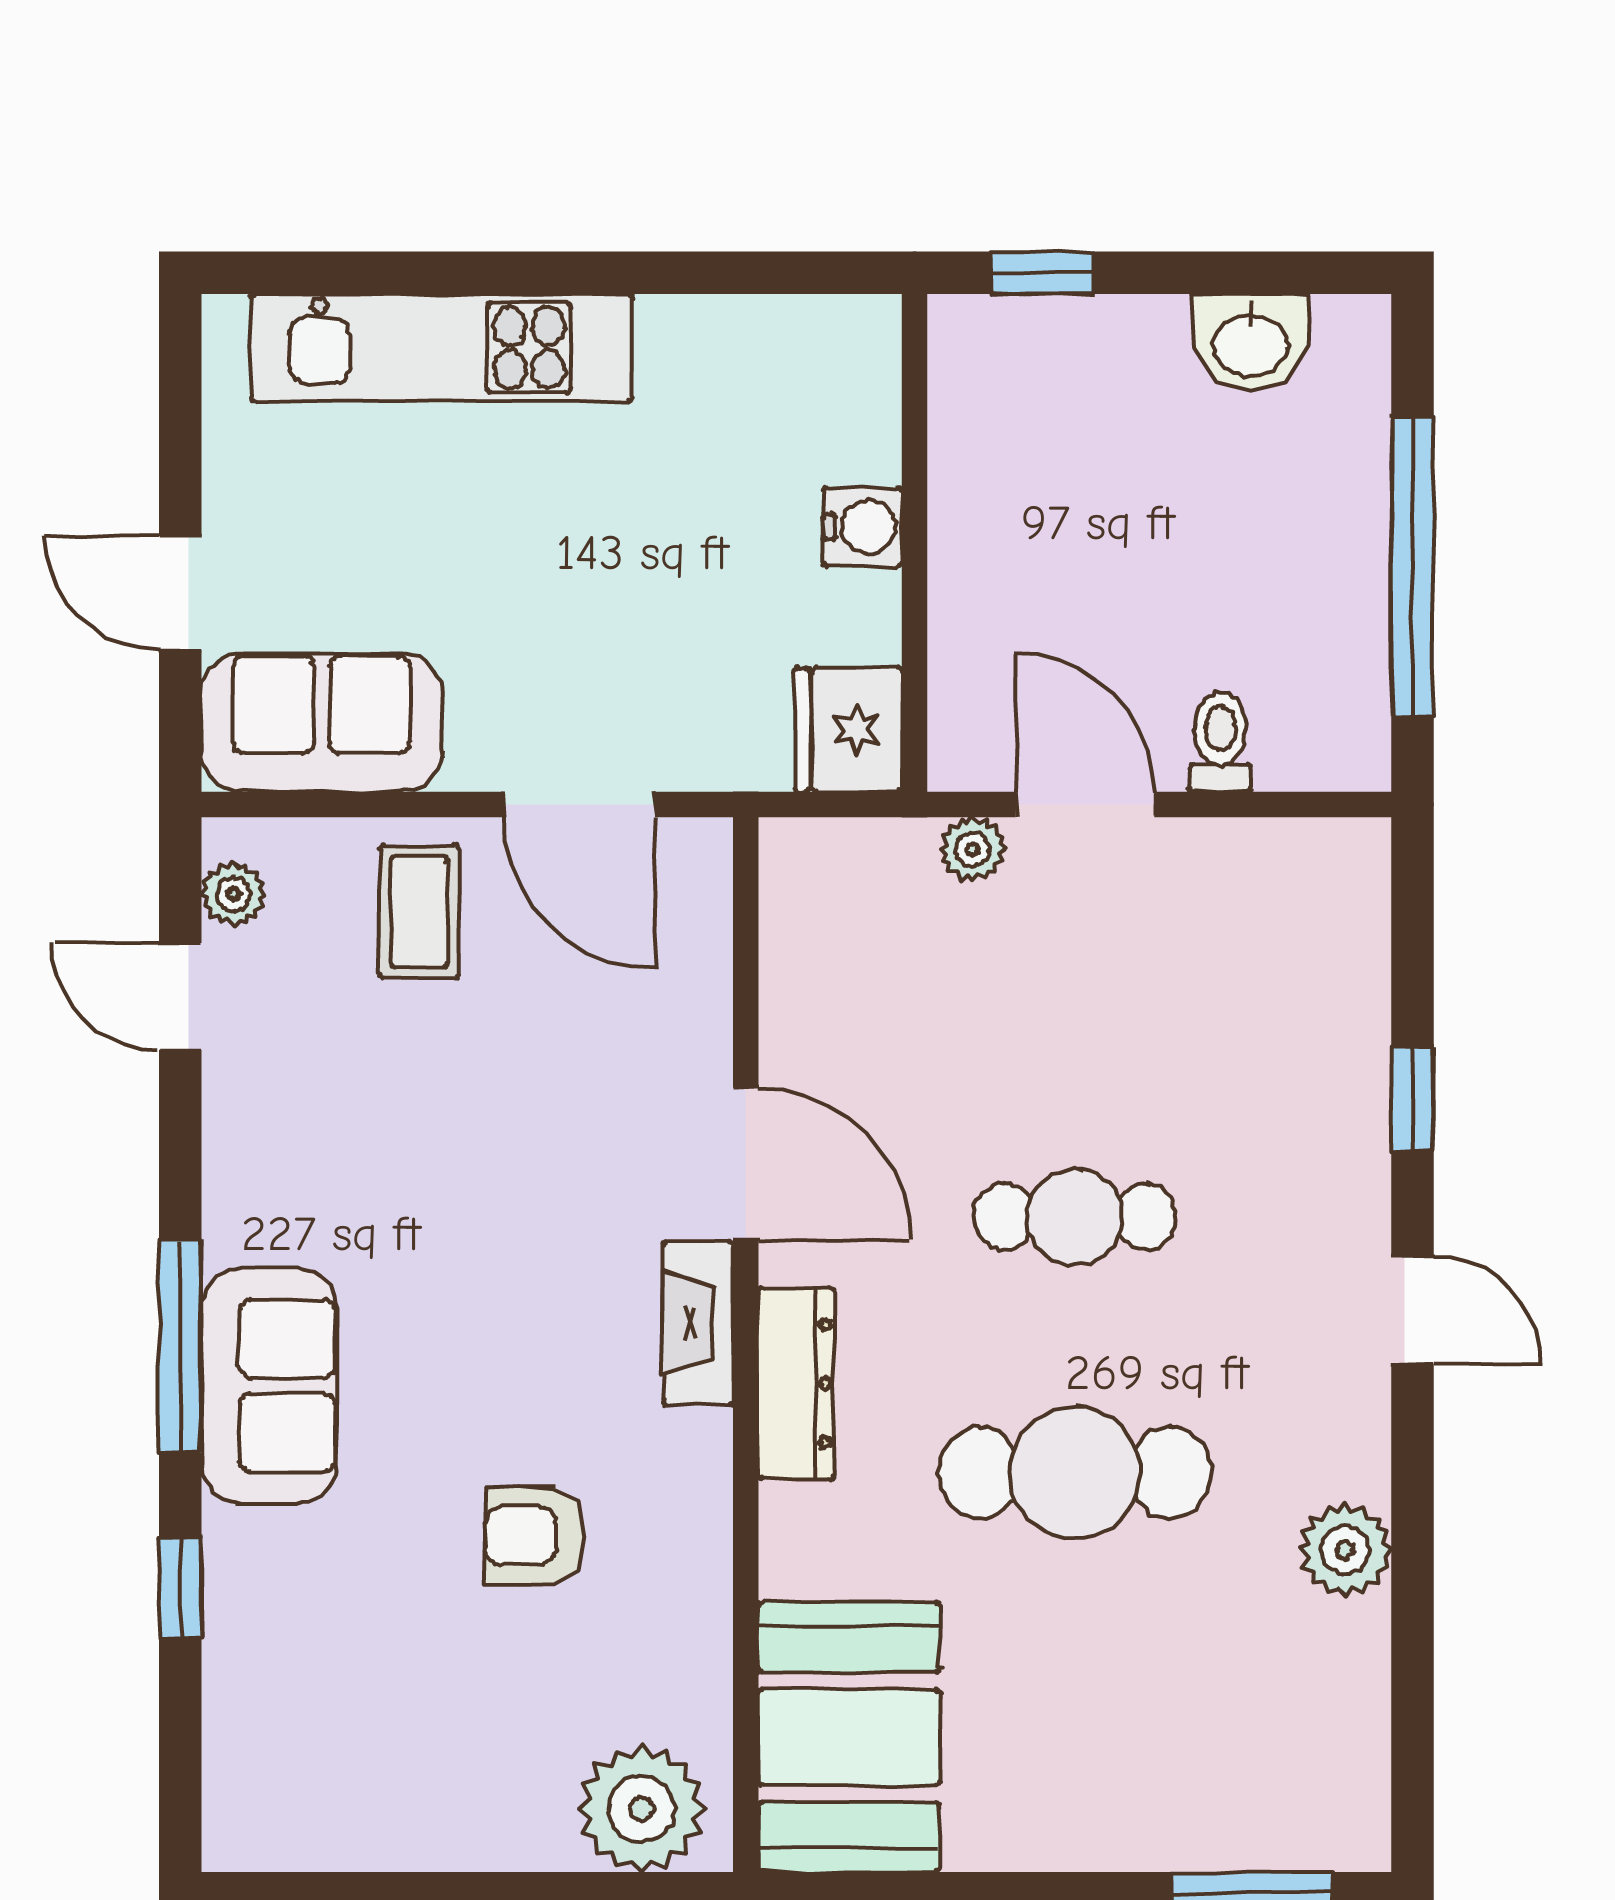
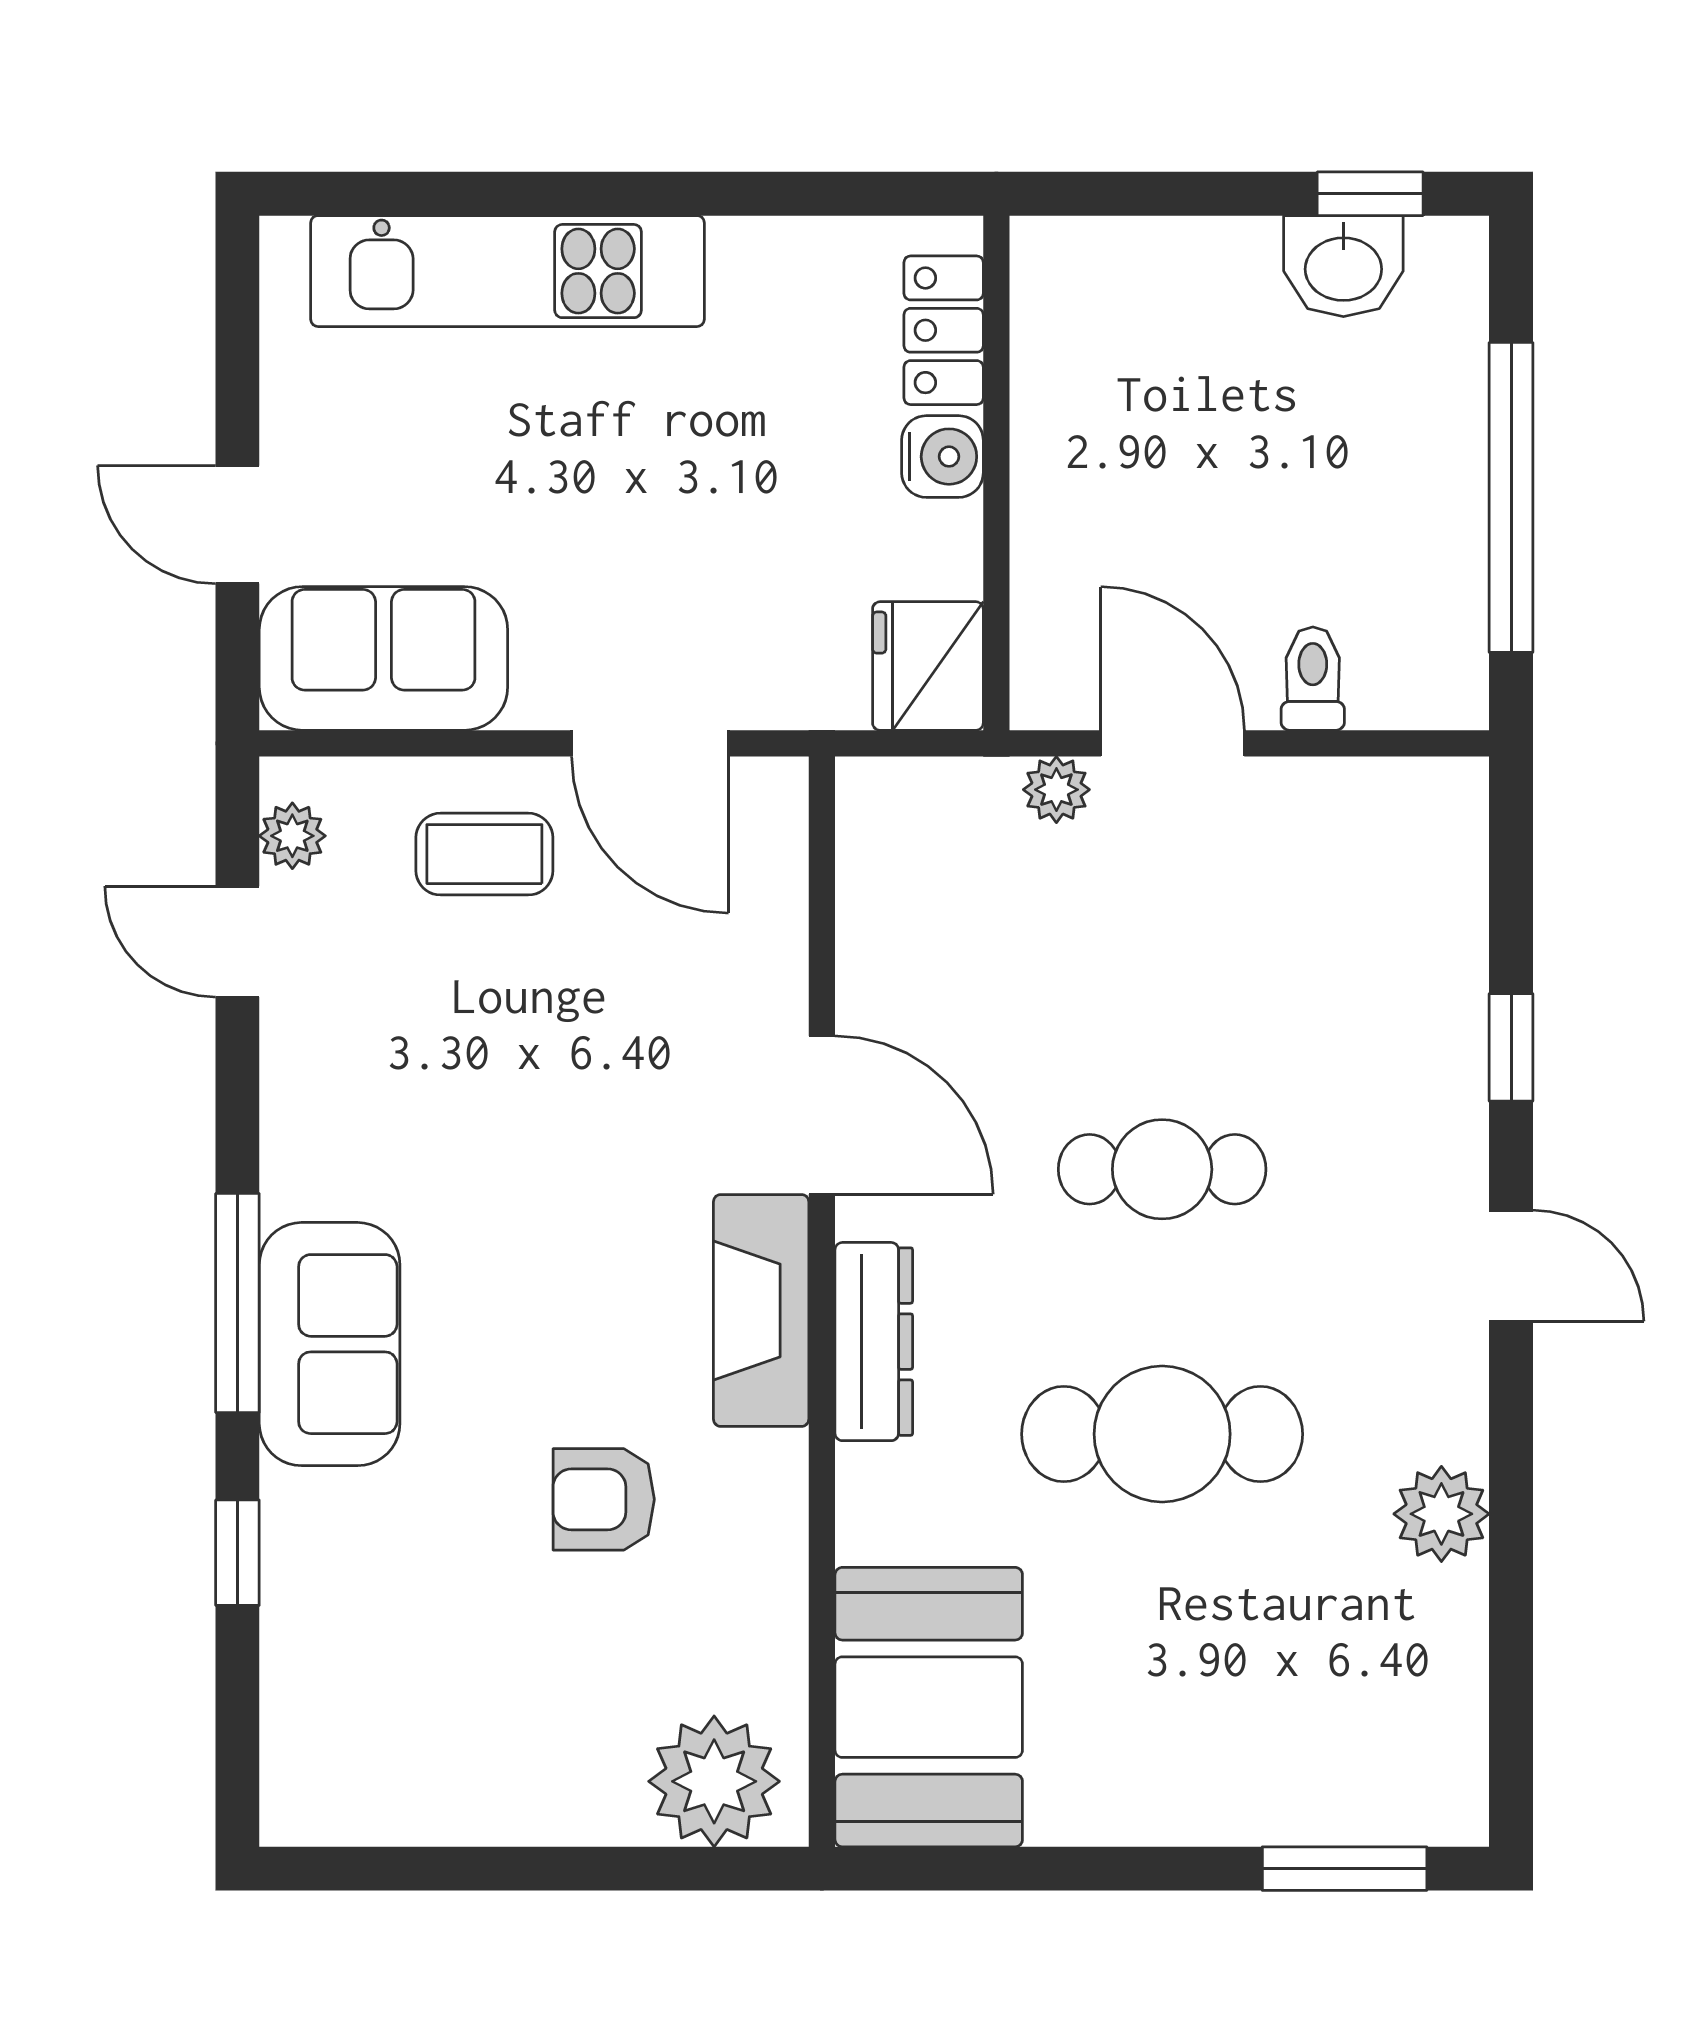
window: (1042, 273) -> (1370, 194), moved
locker: (863, 405) -> (944, 330), added
coffee table: (419, 912) -> (484, 854), turned 90
fireplace: (698, 1323) -> (761, 1310), width x1.37, depth x1.32

